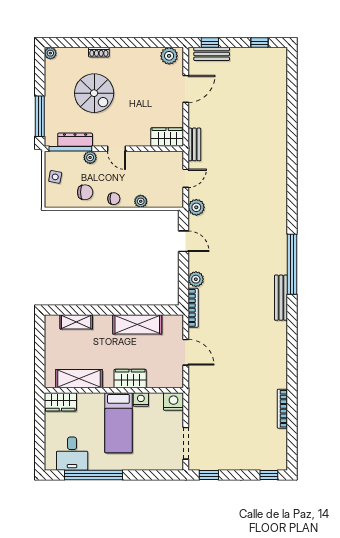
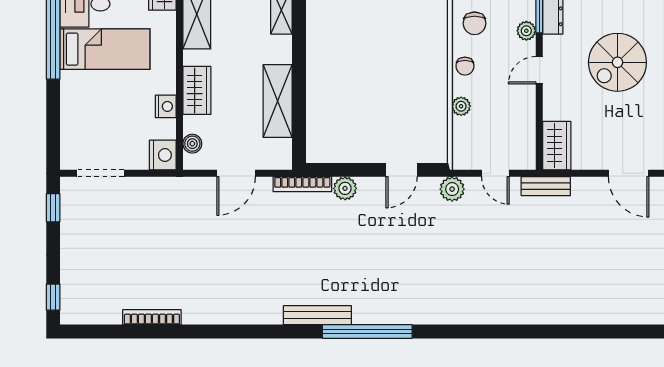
spiral stairs: (94, 93) -> (617, 62), moved
boiler: (166, 382) -> (192, 144), added
bed: (118, 423) -> (105, 49), moved, turned 180

